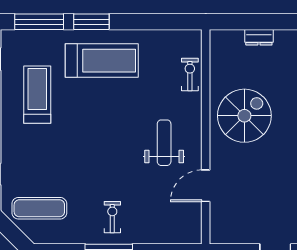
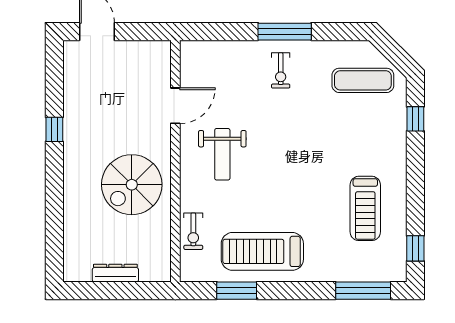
window: (91, 22) -> (237, 291), moved
dresser: (259, 37) -> (115, 273), width x1.44
treadmill: (102, 61) -> (262, 251), moved

